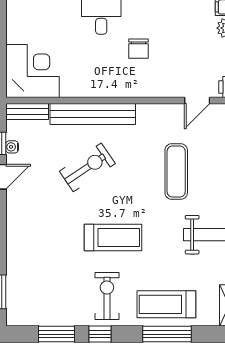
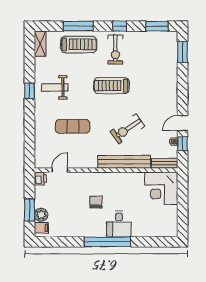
exercise mat: (176, 172) -> (73, 126), turned 90
window: (56, 334) -> (157, 26), moved

